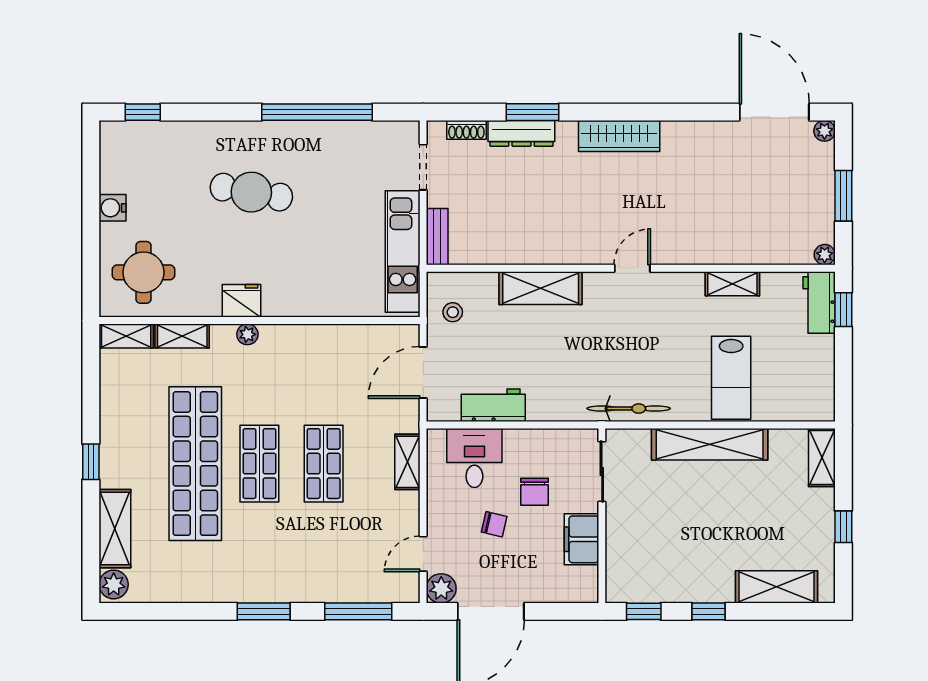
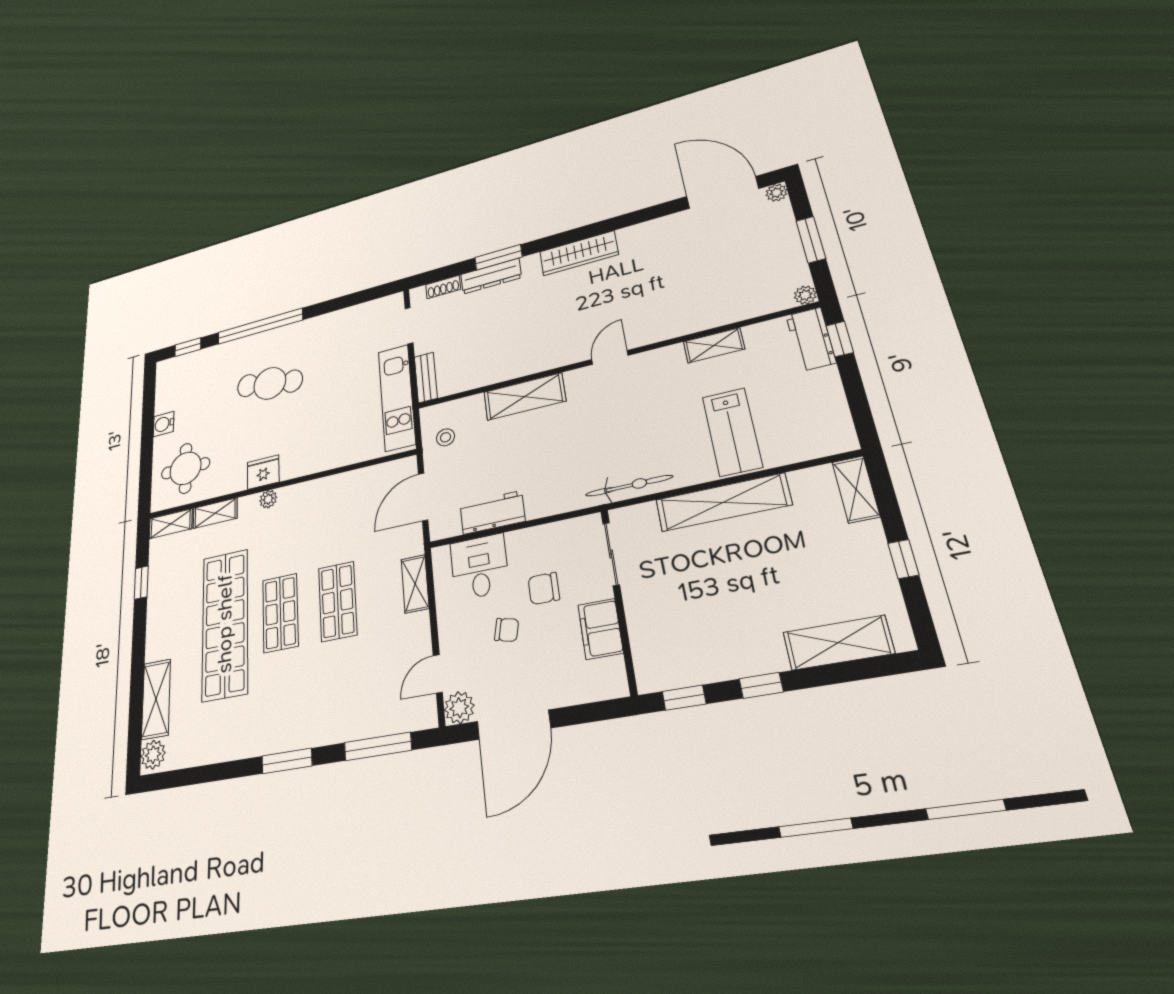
window: (317, 112) -> (260, 326), moved
window: (91, 462) -> (141, 583), moved
chair: (534, 492) -> (544, 588), turned 90

